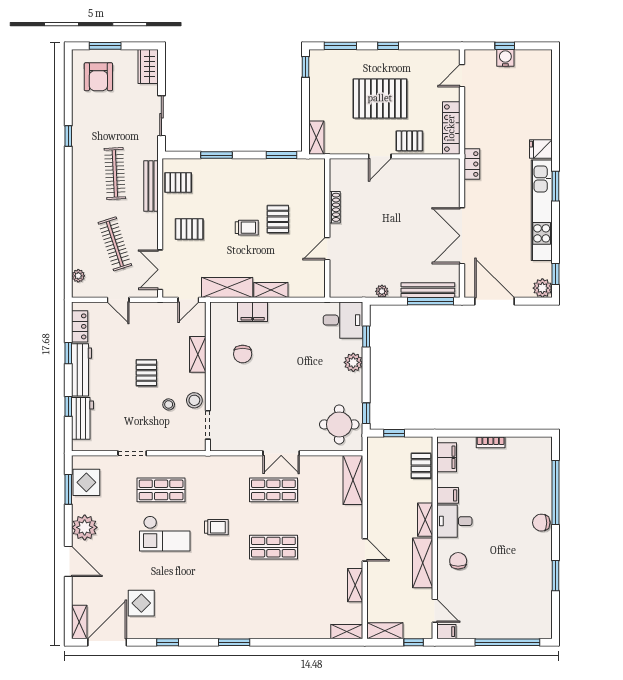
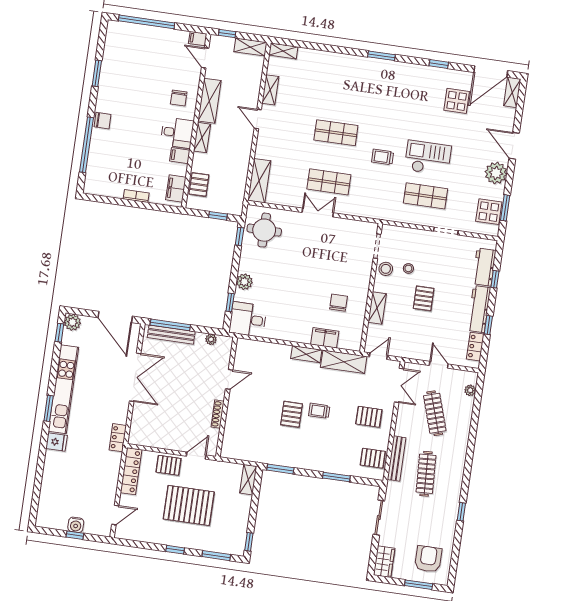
shoe rack: (335, 207) -> (218, 414), moved
wall: (327, 228) -> (227, 397), moved
door: (327, 249) -> (229, 379), moved

